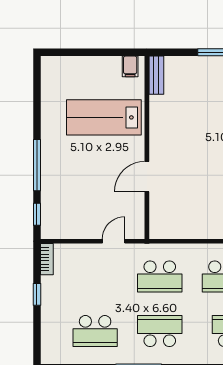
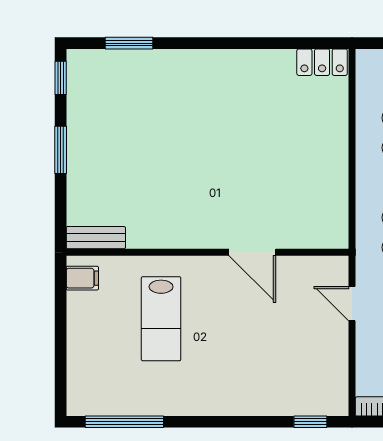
lab bench: (104, 117) -> (161, 319), width x0.73, depth x0.72
window: (37, 165) -> (124, 422), moved

